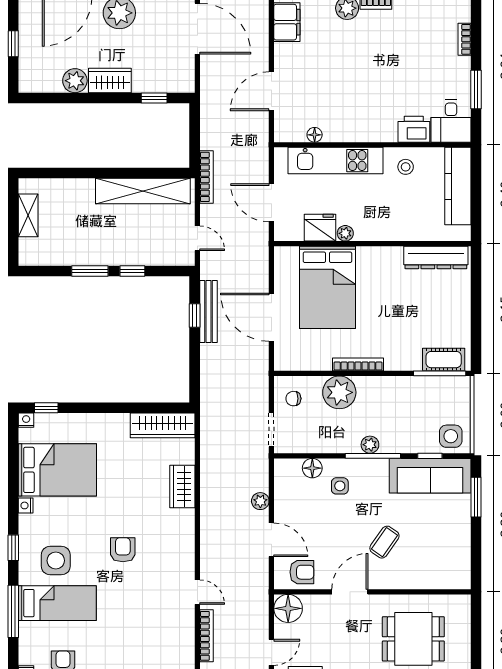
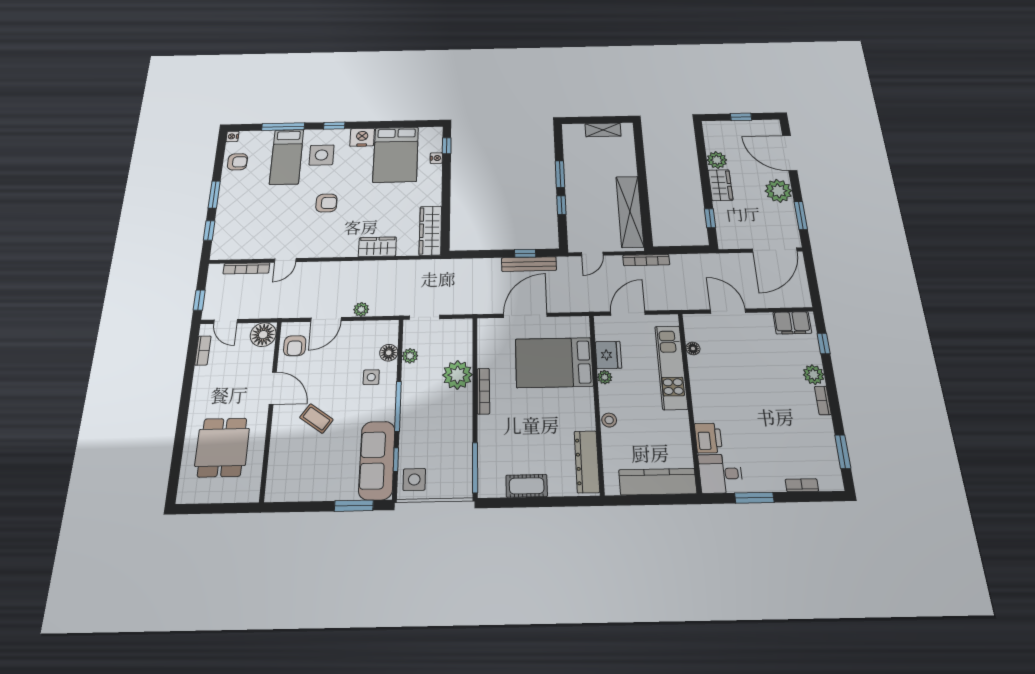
stool: (406, 167) -> (609, 420), moved
cot: (444, 360) -> (527, 486), moved, turned 90
chair: (293, 399) -> (452, 335), removed
nightstand: (26, 420) -> (436, 158), moved
plant: (370, 445) -> (410, 356), moved
nightstand: (26, 505) -> (362, 137), width x1.89, depth x1.79

